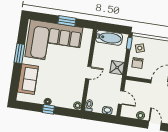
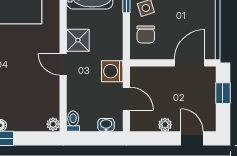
shower: (117, 68) -> (78, 40), moved
door: (88, 73) -> (63, 64), swing flipped
washing machine: (115, 81) -> (112, 71), added

